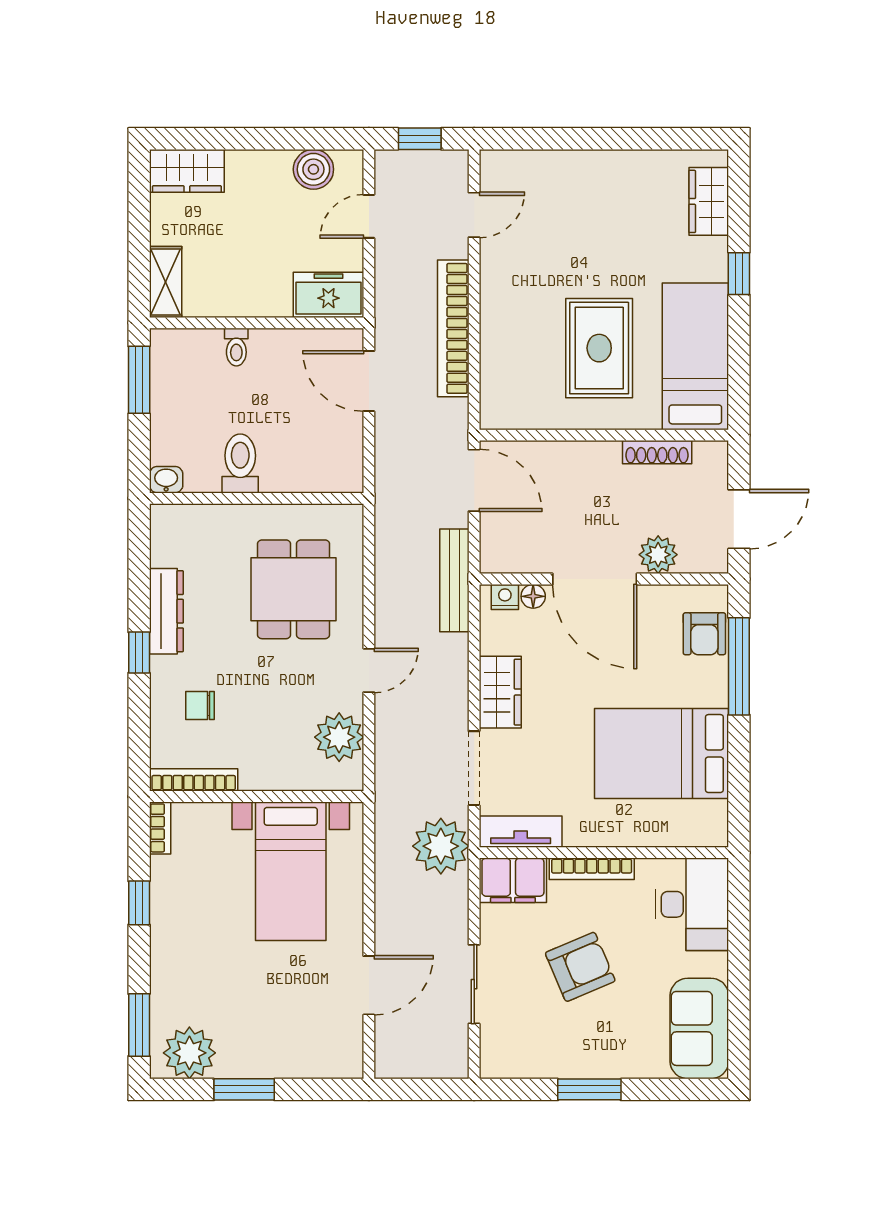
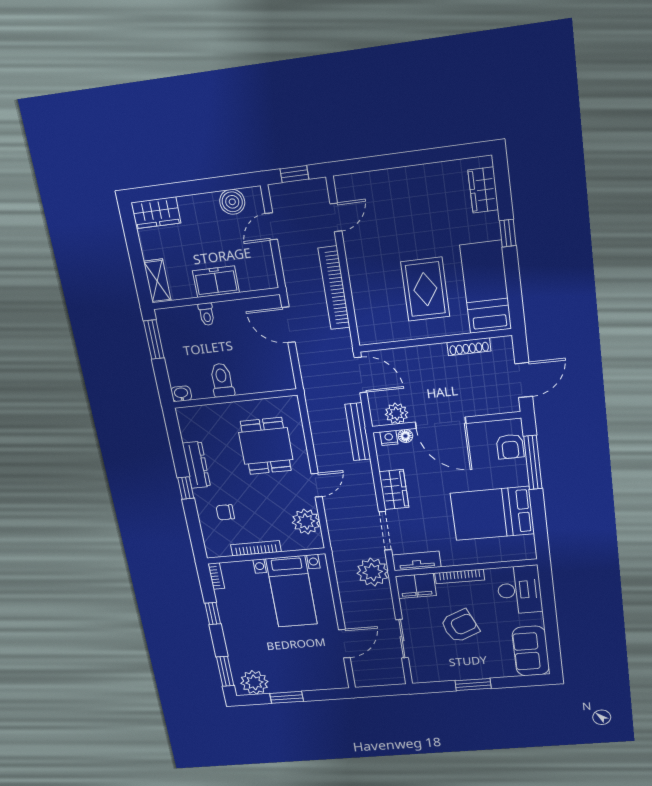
freezer: (328, 295) -> (216, 282), moved
plant: (658, 555) -> (396, 414), moved
bookcase: (194, 780) -> (256, 548), moved

